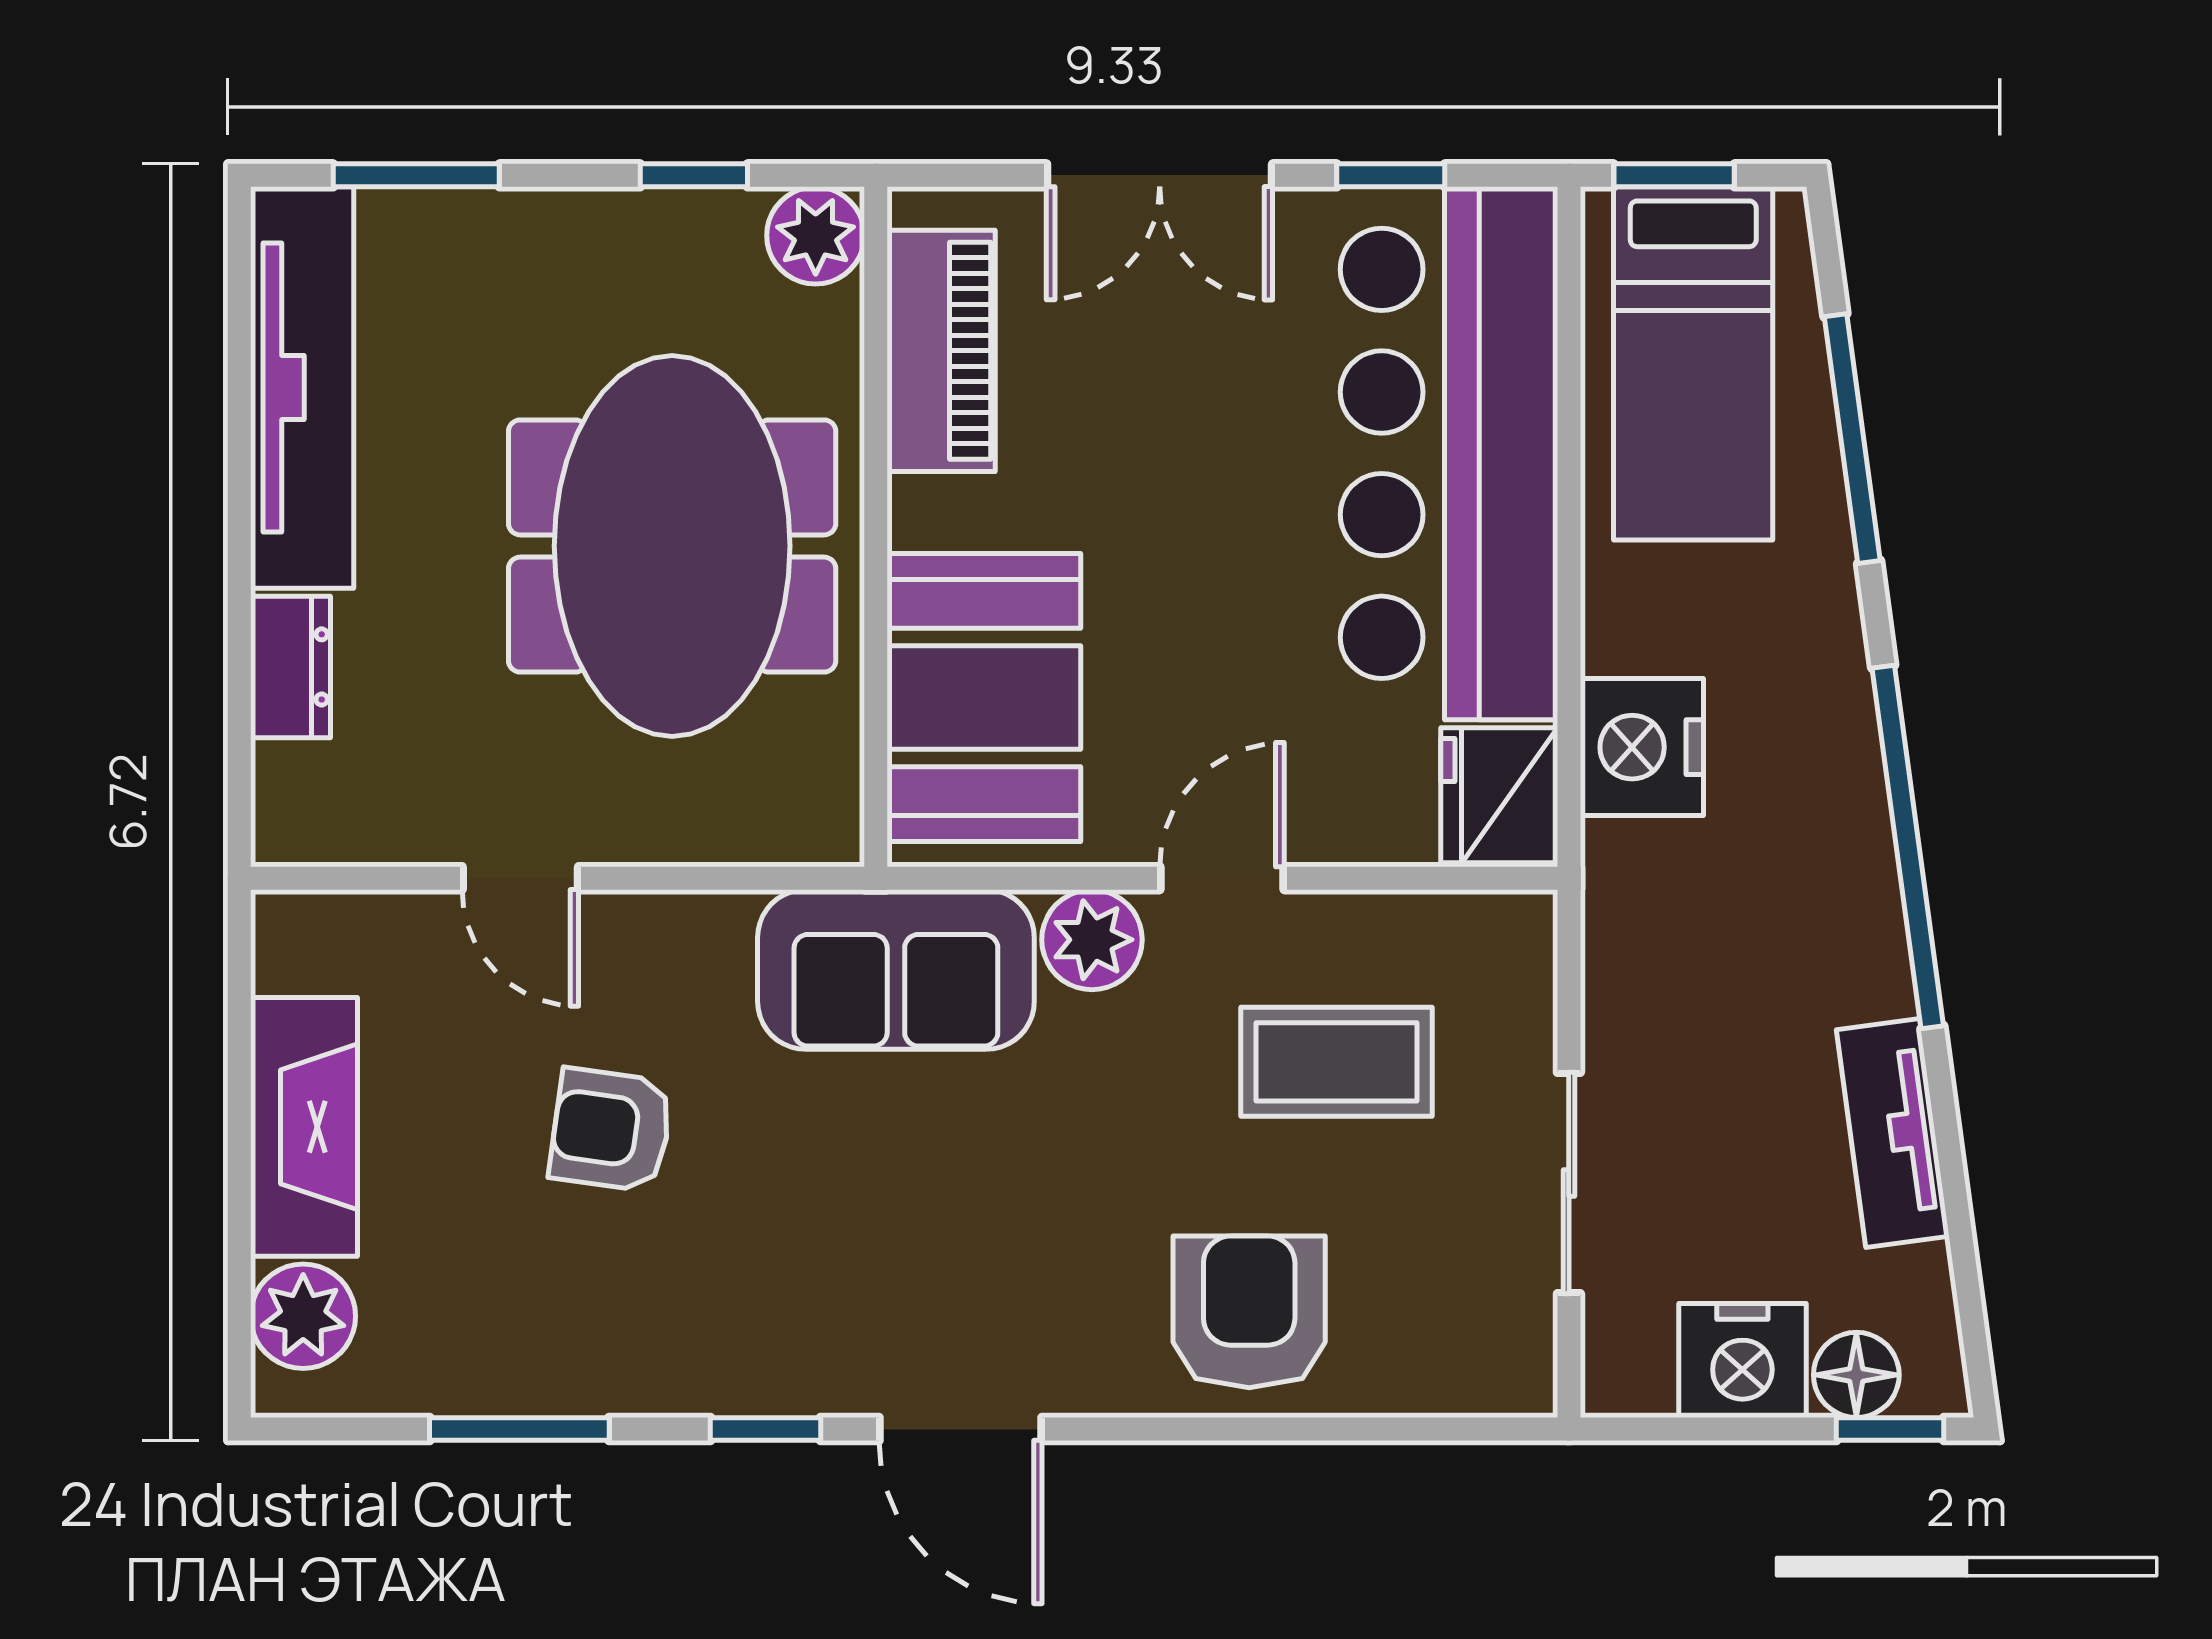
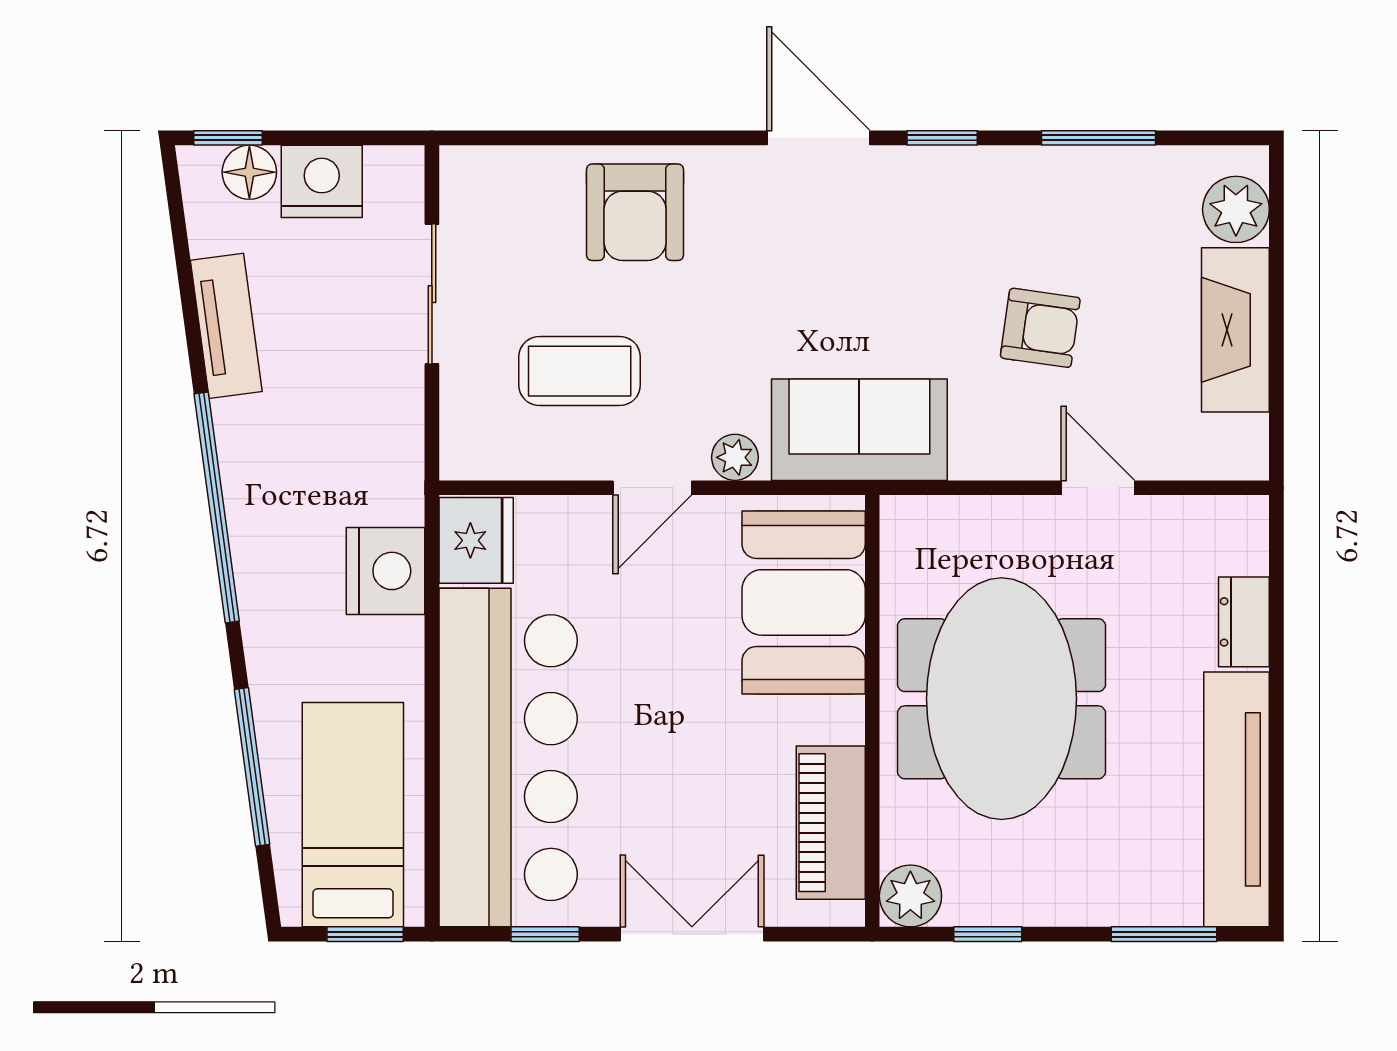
plant: (1092, 940) -> (735, 457), width x0.73, depth x0.73

